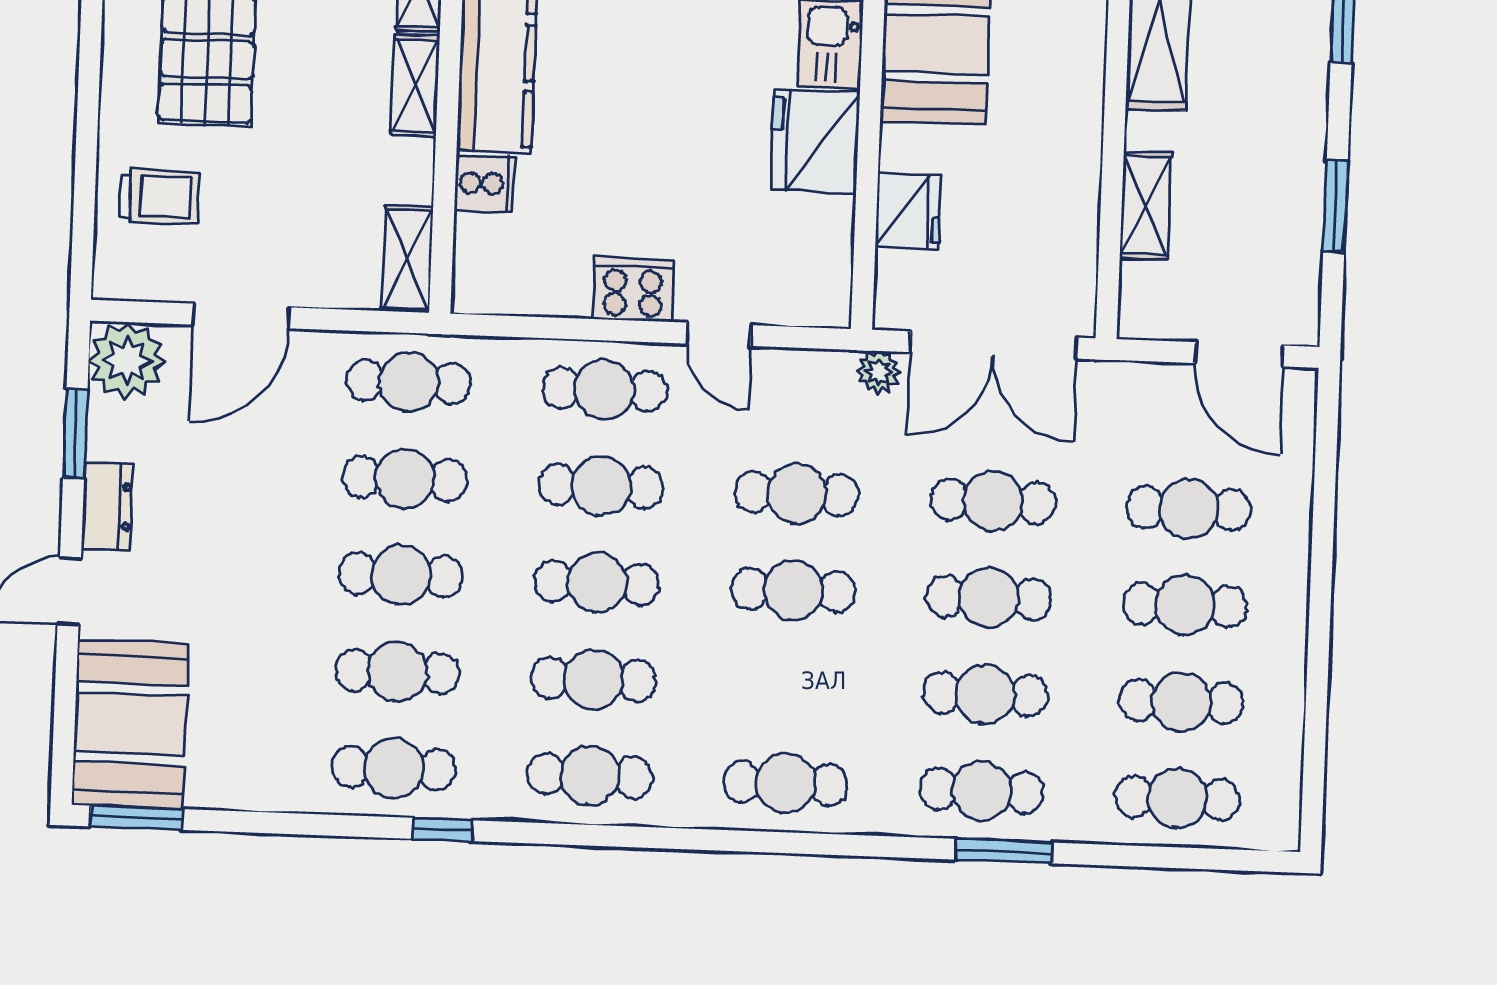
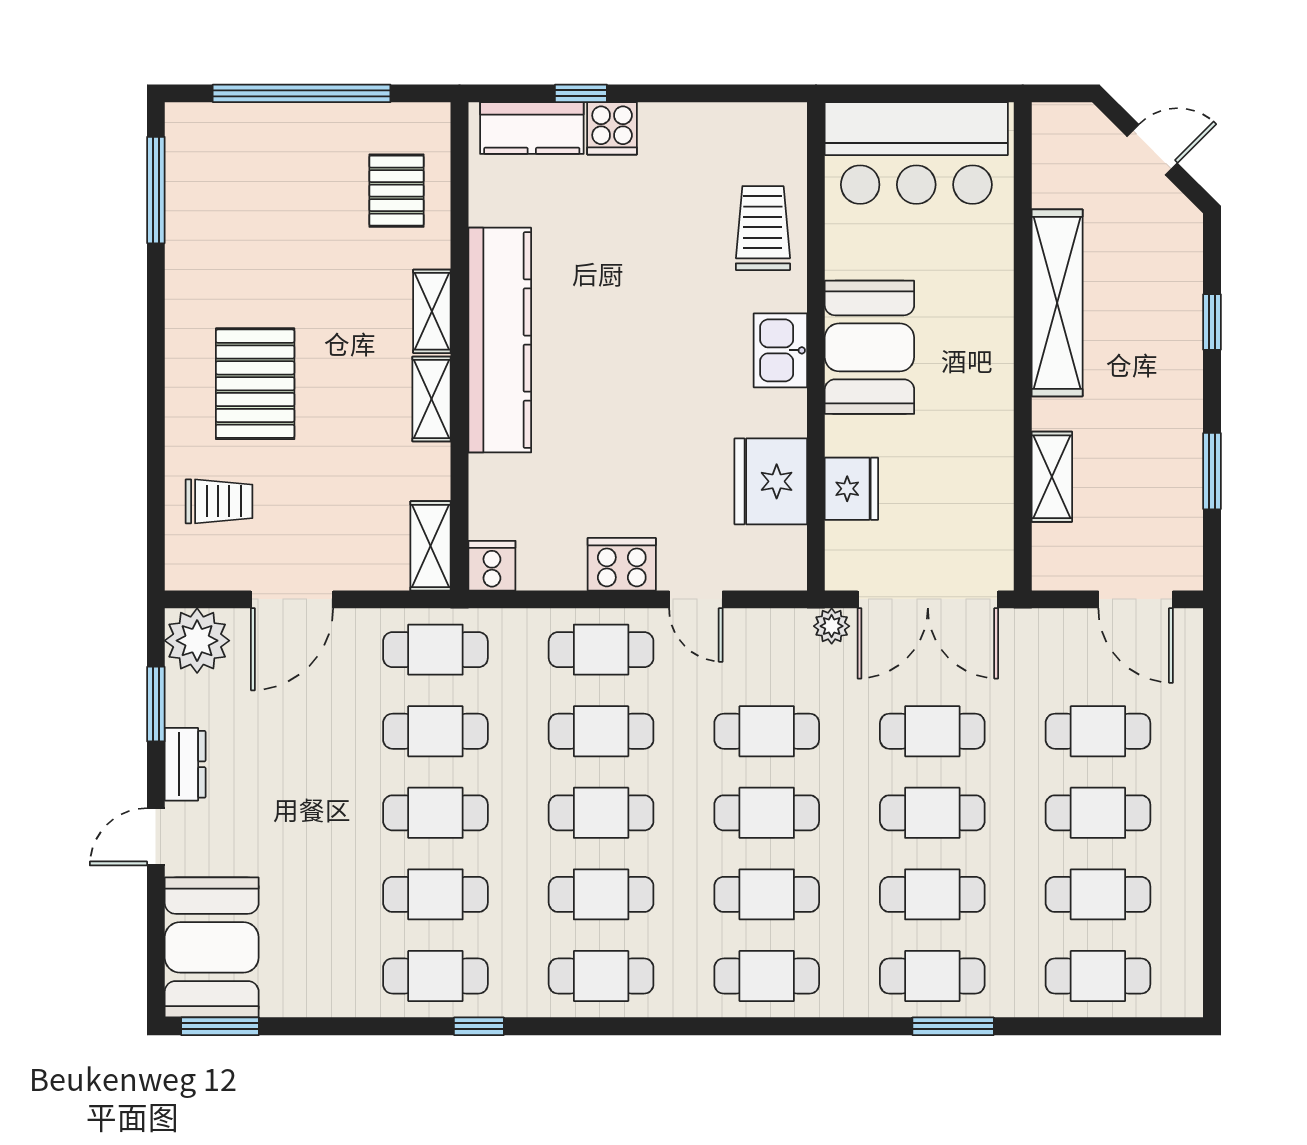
fridge: (815, 142) -> (771, 481), moved
cooker: (485, 183) -> (492, 566), moved, turned -90
cafe table: (789, 687) -> (767, 894), added

